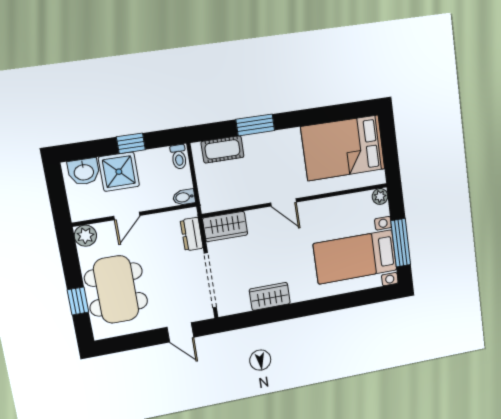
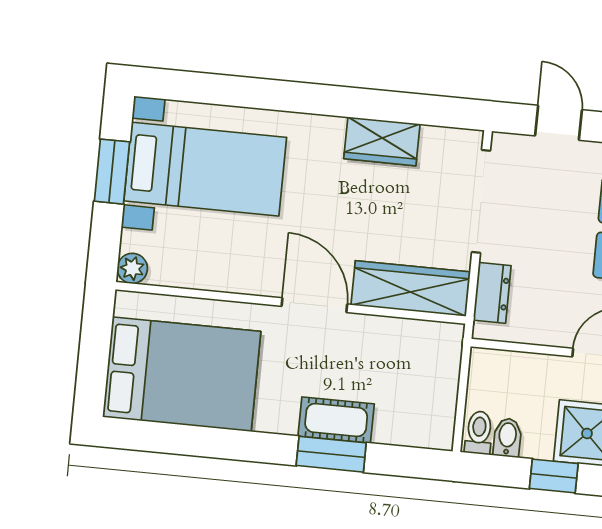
cot: (223, 149) -> (336, 420), moved
bidet: (184, 197) -> (507, 438), moved, turned -90
door: (284, 202) -> (314, 305), width x1.38
wardrobe: (225, 227) -> (411, 288), width x1.50
window: (401, 243) -> (112, 172), width x0.69

